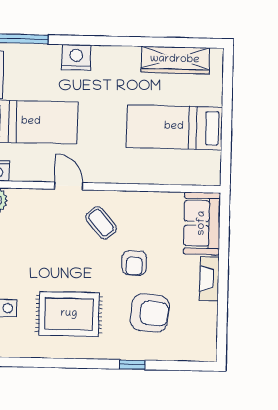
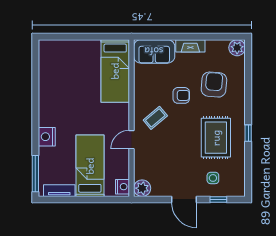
wardrobe: (175, 60) -> (47, 71), removed
bed: (174, 127) -> (115, 71), moved
plant: (205, 349) -> (237, 48), added
window: (132, 365) -> (248, 133), moved

